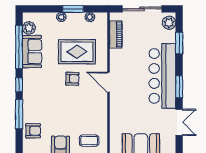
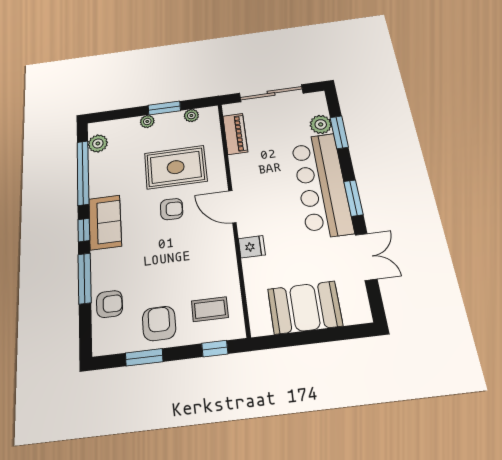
plant: (169, 23) -> (321, 124), moved
sofa: (32, 52) -> (105, 222), moved
fridge: (117, 108) -> (252, 247), added

